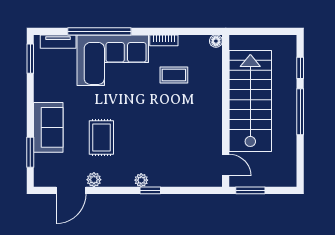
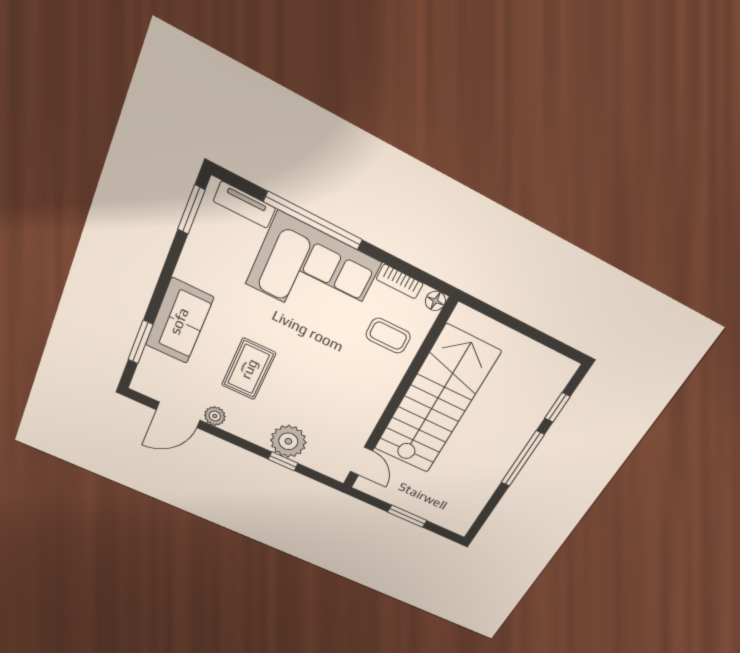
floor lamp: (216, 41) -> (435, 301), moved
stairs: (250, 101) -> (436, 401), moved
wall: (226, 111) -> (397, 398), moved
door: (226, 165) -> (361, 461), moved
plant: (141, 180) -> (288, 441), width x1.88, depth x1.88

